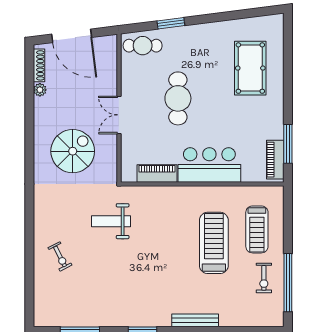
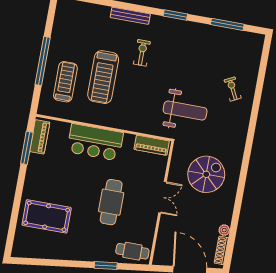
pool table: (250, 68) -> (47, 216), turned 90
spiral stairs: (73, 151) -> (206, 174), turned 180
piano: (157, 174) -> (152, 145), moved
weight bench: (111, 221) -> (185, 111), width x1.36, depth x1.33
exercise bike: (264, 278) -> (142, 53), moved
window: (288, 283) -> (43, 61), moved

